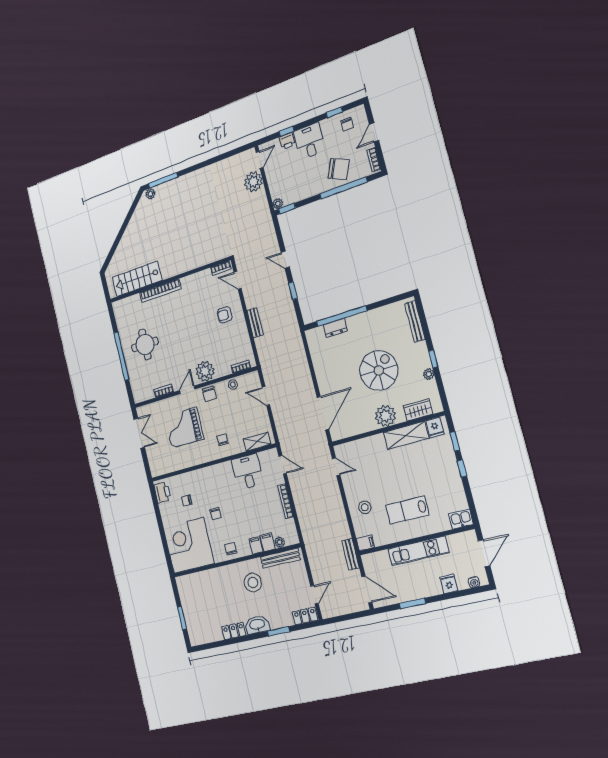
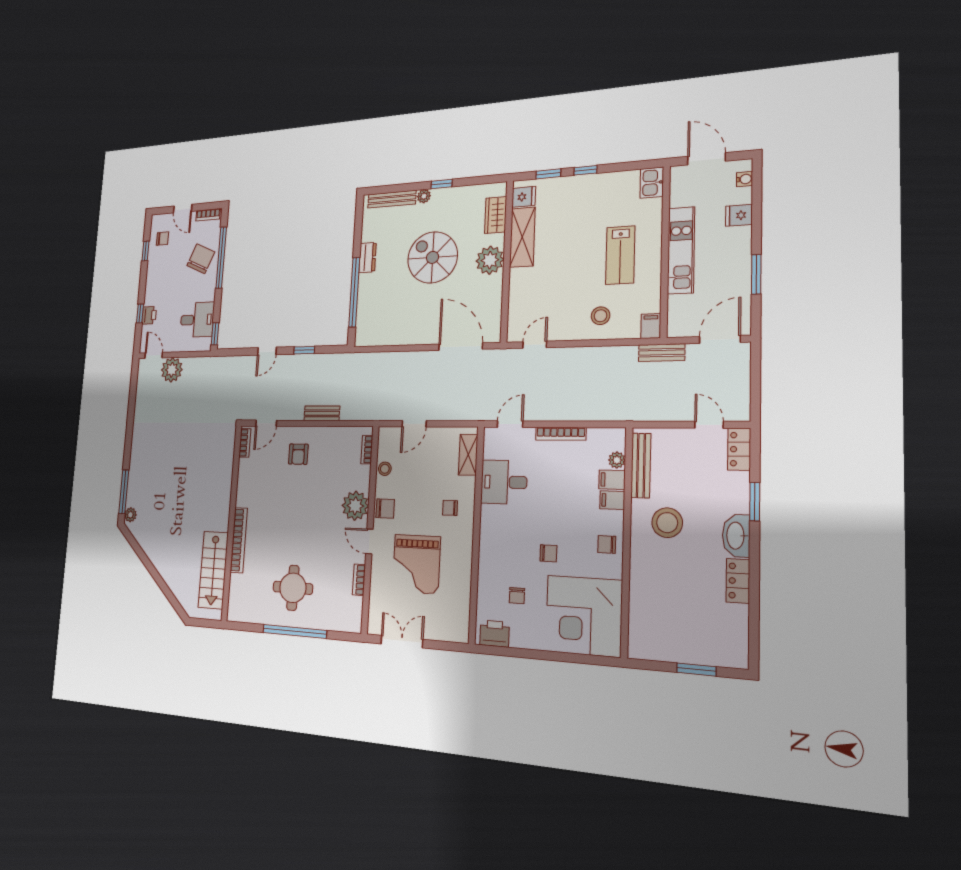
desk: (309, 141) -> (197, 320), moved, turned 180
plant: (278, 204) -> (206, 345), removed
dresser: (335, 328) -> (367, 258), moved
plant: (429, 374) -> (424, 196), moved

